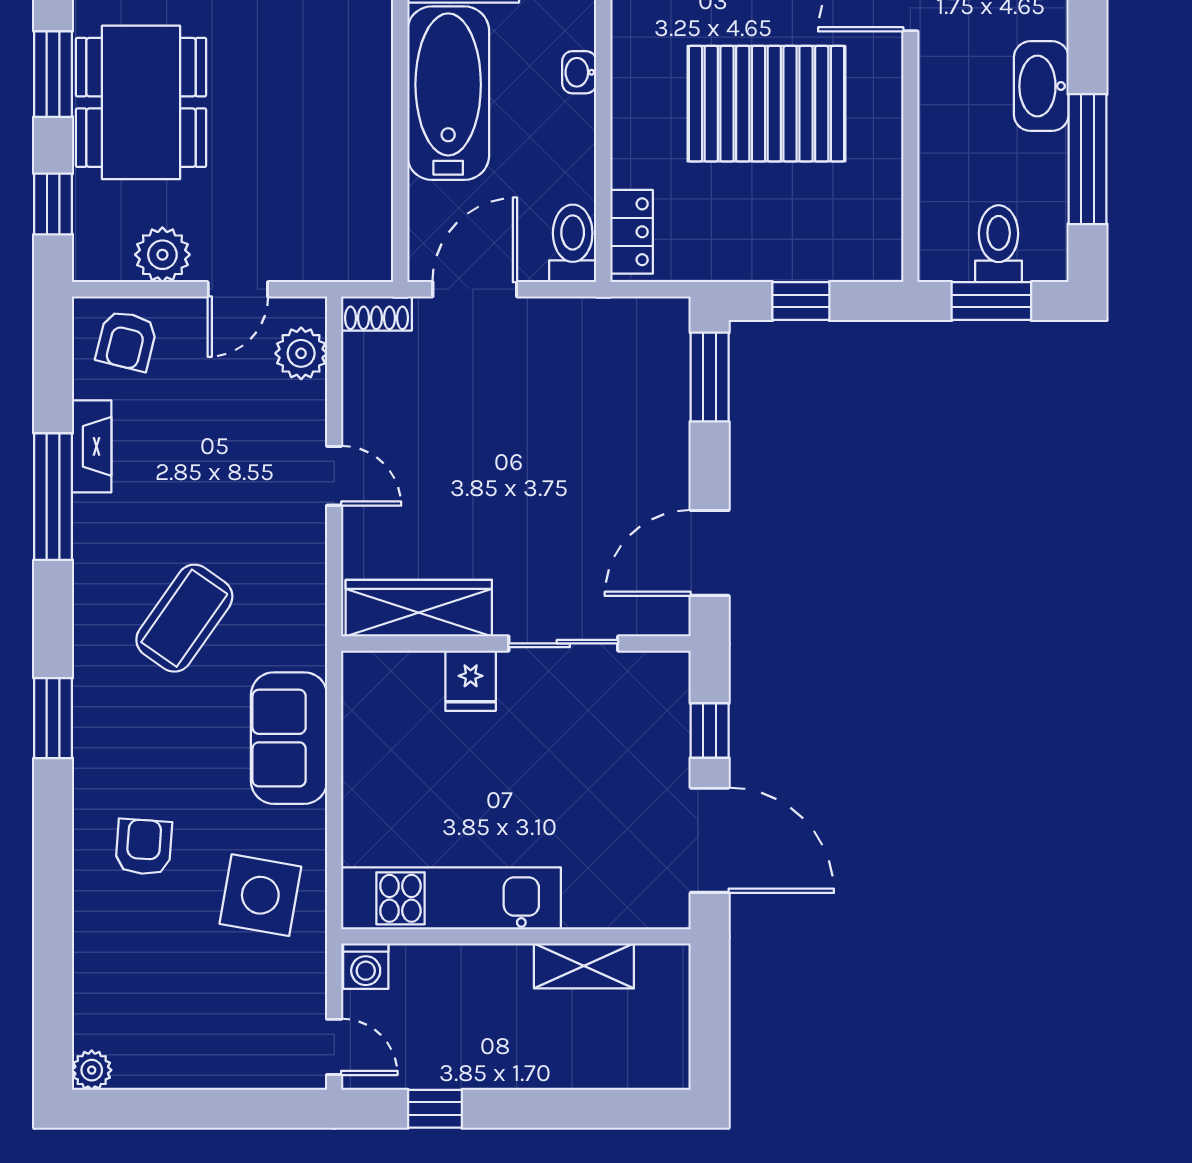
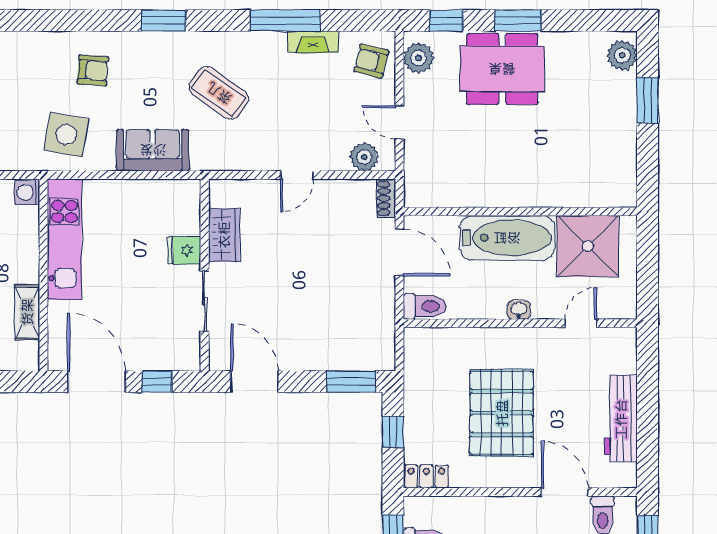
locker: (632, 232) -> (426, 476), moved, turned 180
plant: (162, 255) -> (418, 58), moved
wardrobe: (419, 608) -> (224, 235), width x0.67
door: (710, 840) -> (96, 382), swing flipped

